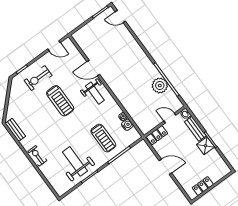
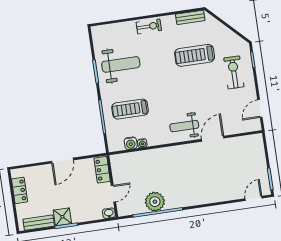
treadmill: (60, 101) -> (195, 55), moved
bench: (195, 129) -> (39, 223), moved

